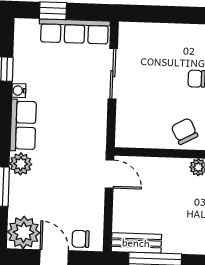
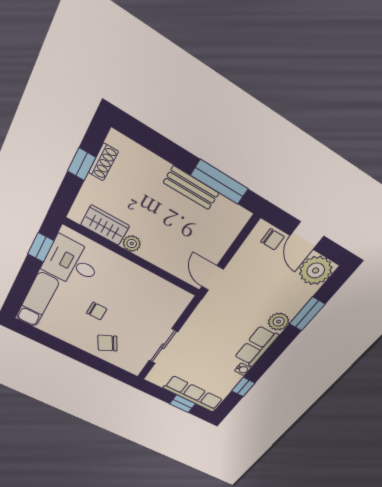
row of seats: (74, 31) -> (193, 394), moved
chair: (185, 131) -> (107, 343), moved, turned 90
bench: (136, 243) -> (191, 188), moved

